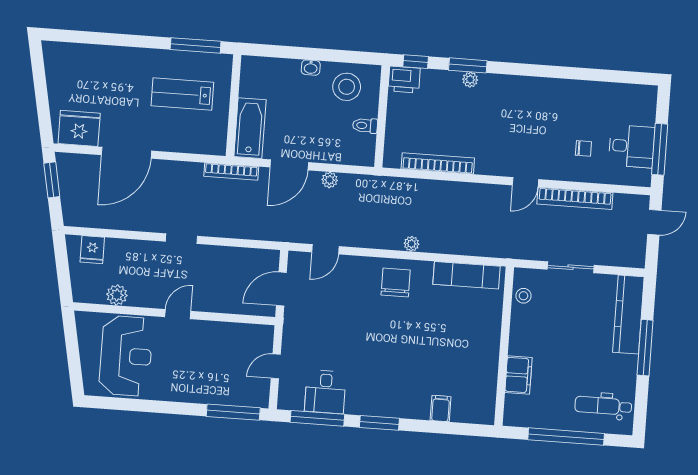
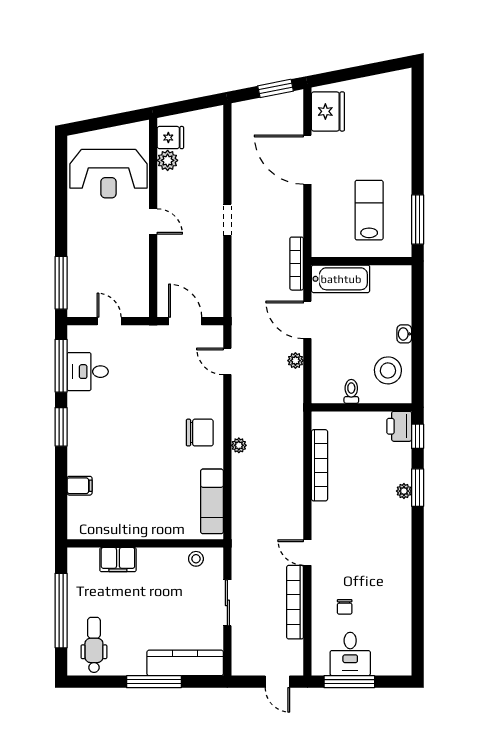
fridge: (92, 250) -> (170, 138), moved, turned 180

